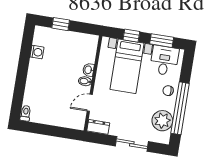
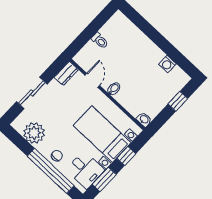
washbasin: (88, 70) -> (144, 120), moved
window: (180, 108) -> (51, 171), moved
toilet: (26, 113) -> (100, 41), moved

